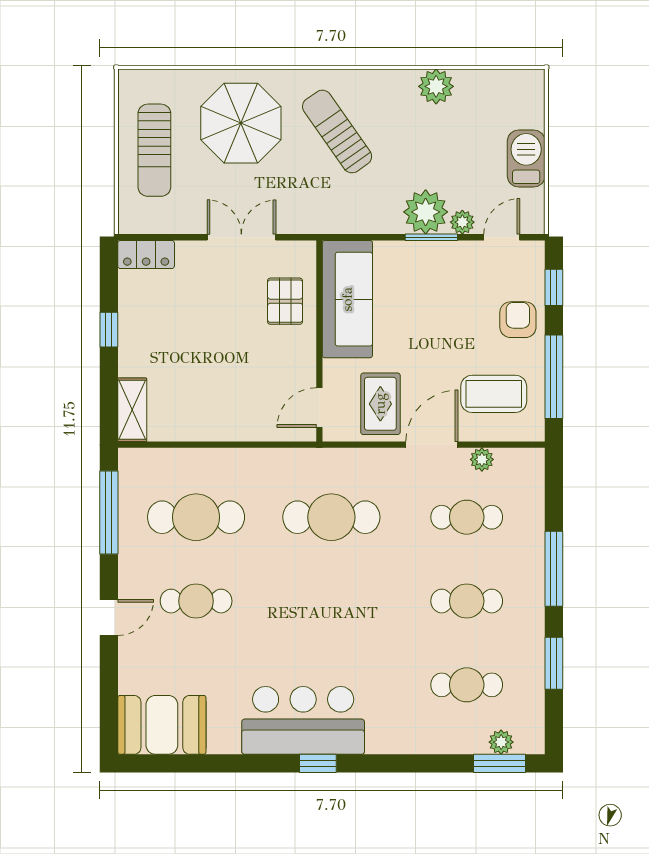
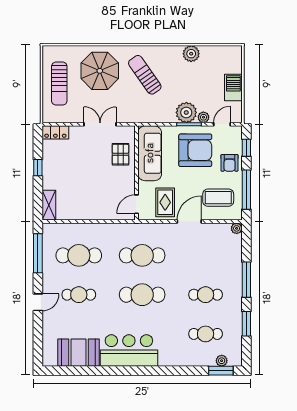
armchair: (445, 293) -> (195, 150), added
armchair: (518, 320) -> (230, 163), turned 180
plant: (482, 459) -> (237, 228), moved
cafe table: (467, 517) -> (142, 295), moved, width x1.37, depth x1.35
booth: (162, 725) -> (79, 353), moved
window: (318, 763) -> (136, 371), removed

